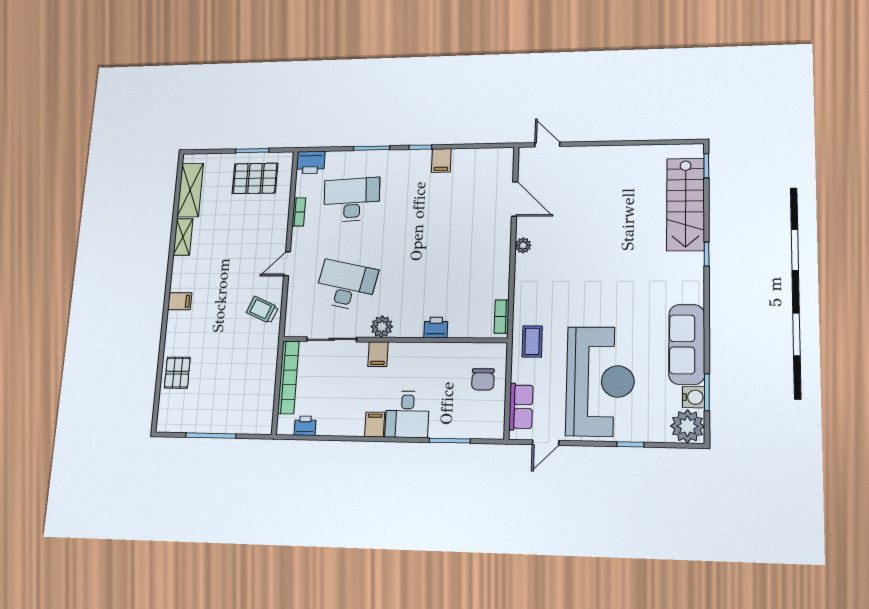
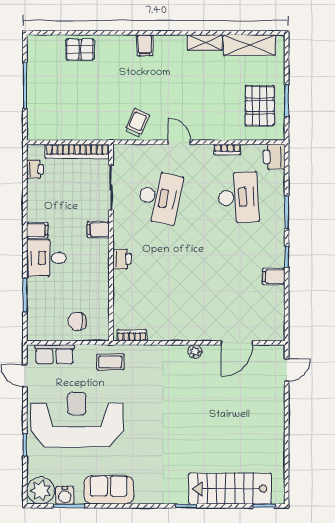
plant: (382, 327) -> (122, 231), removed
printer: (436, 328) -> (122, 259), moved
sofa: (687, 344) -> (109, 490), width x0.73
reception desk: (600, 381) -> (77, 420), turned 180

